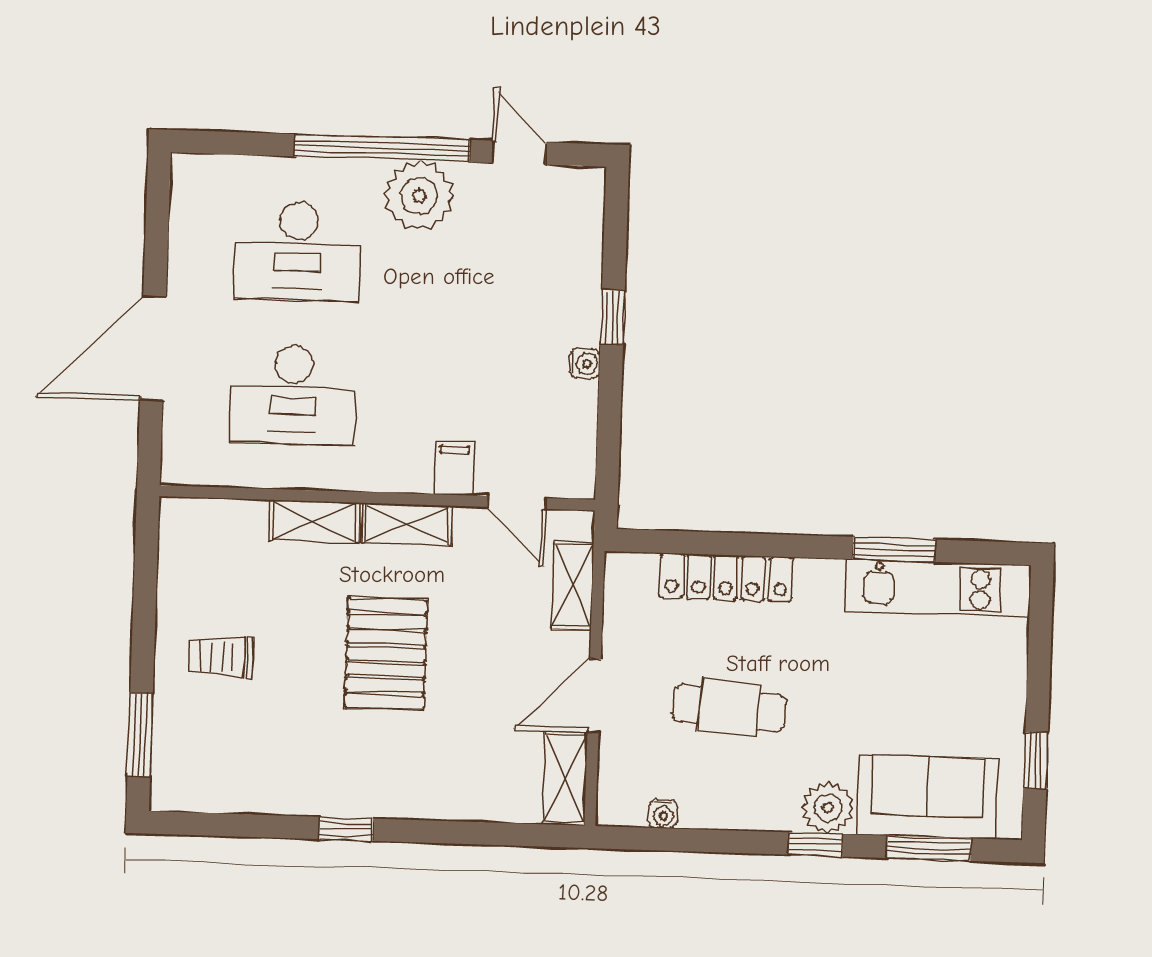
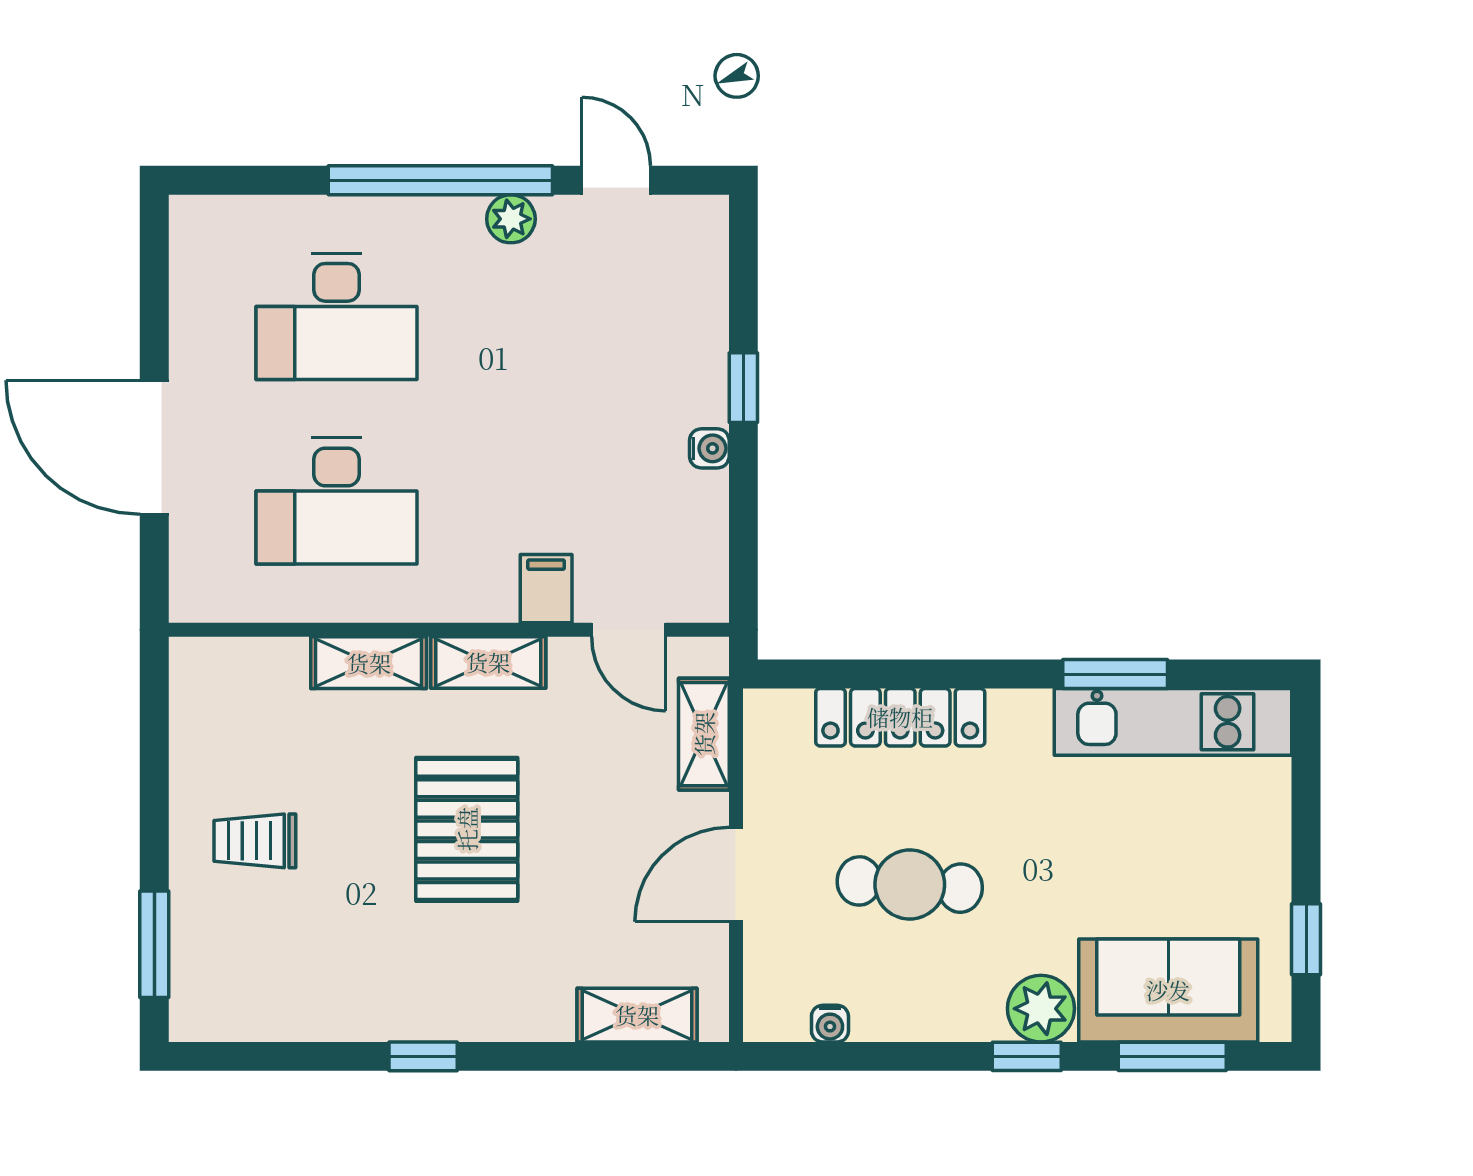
plant: (419, 196) -> (511, 219), width x0.53, depth x0.53
door: (153, 348) -> (154, 447), hinge flipped
shelving: (565, 778) -> (637, 1015), moved, turned 90

